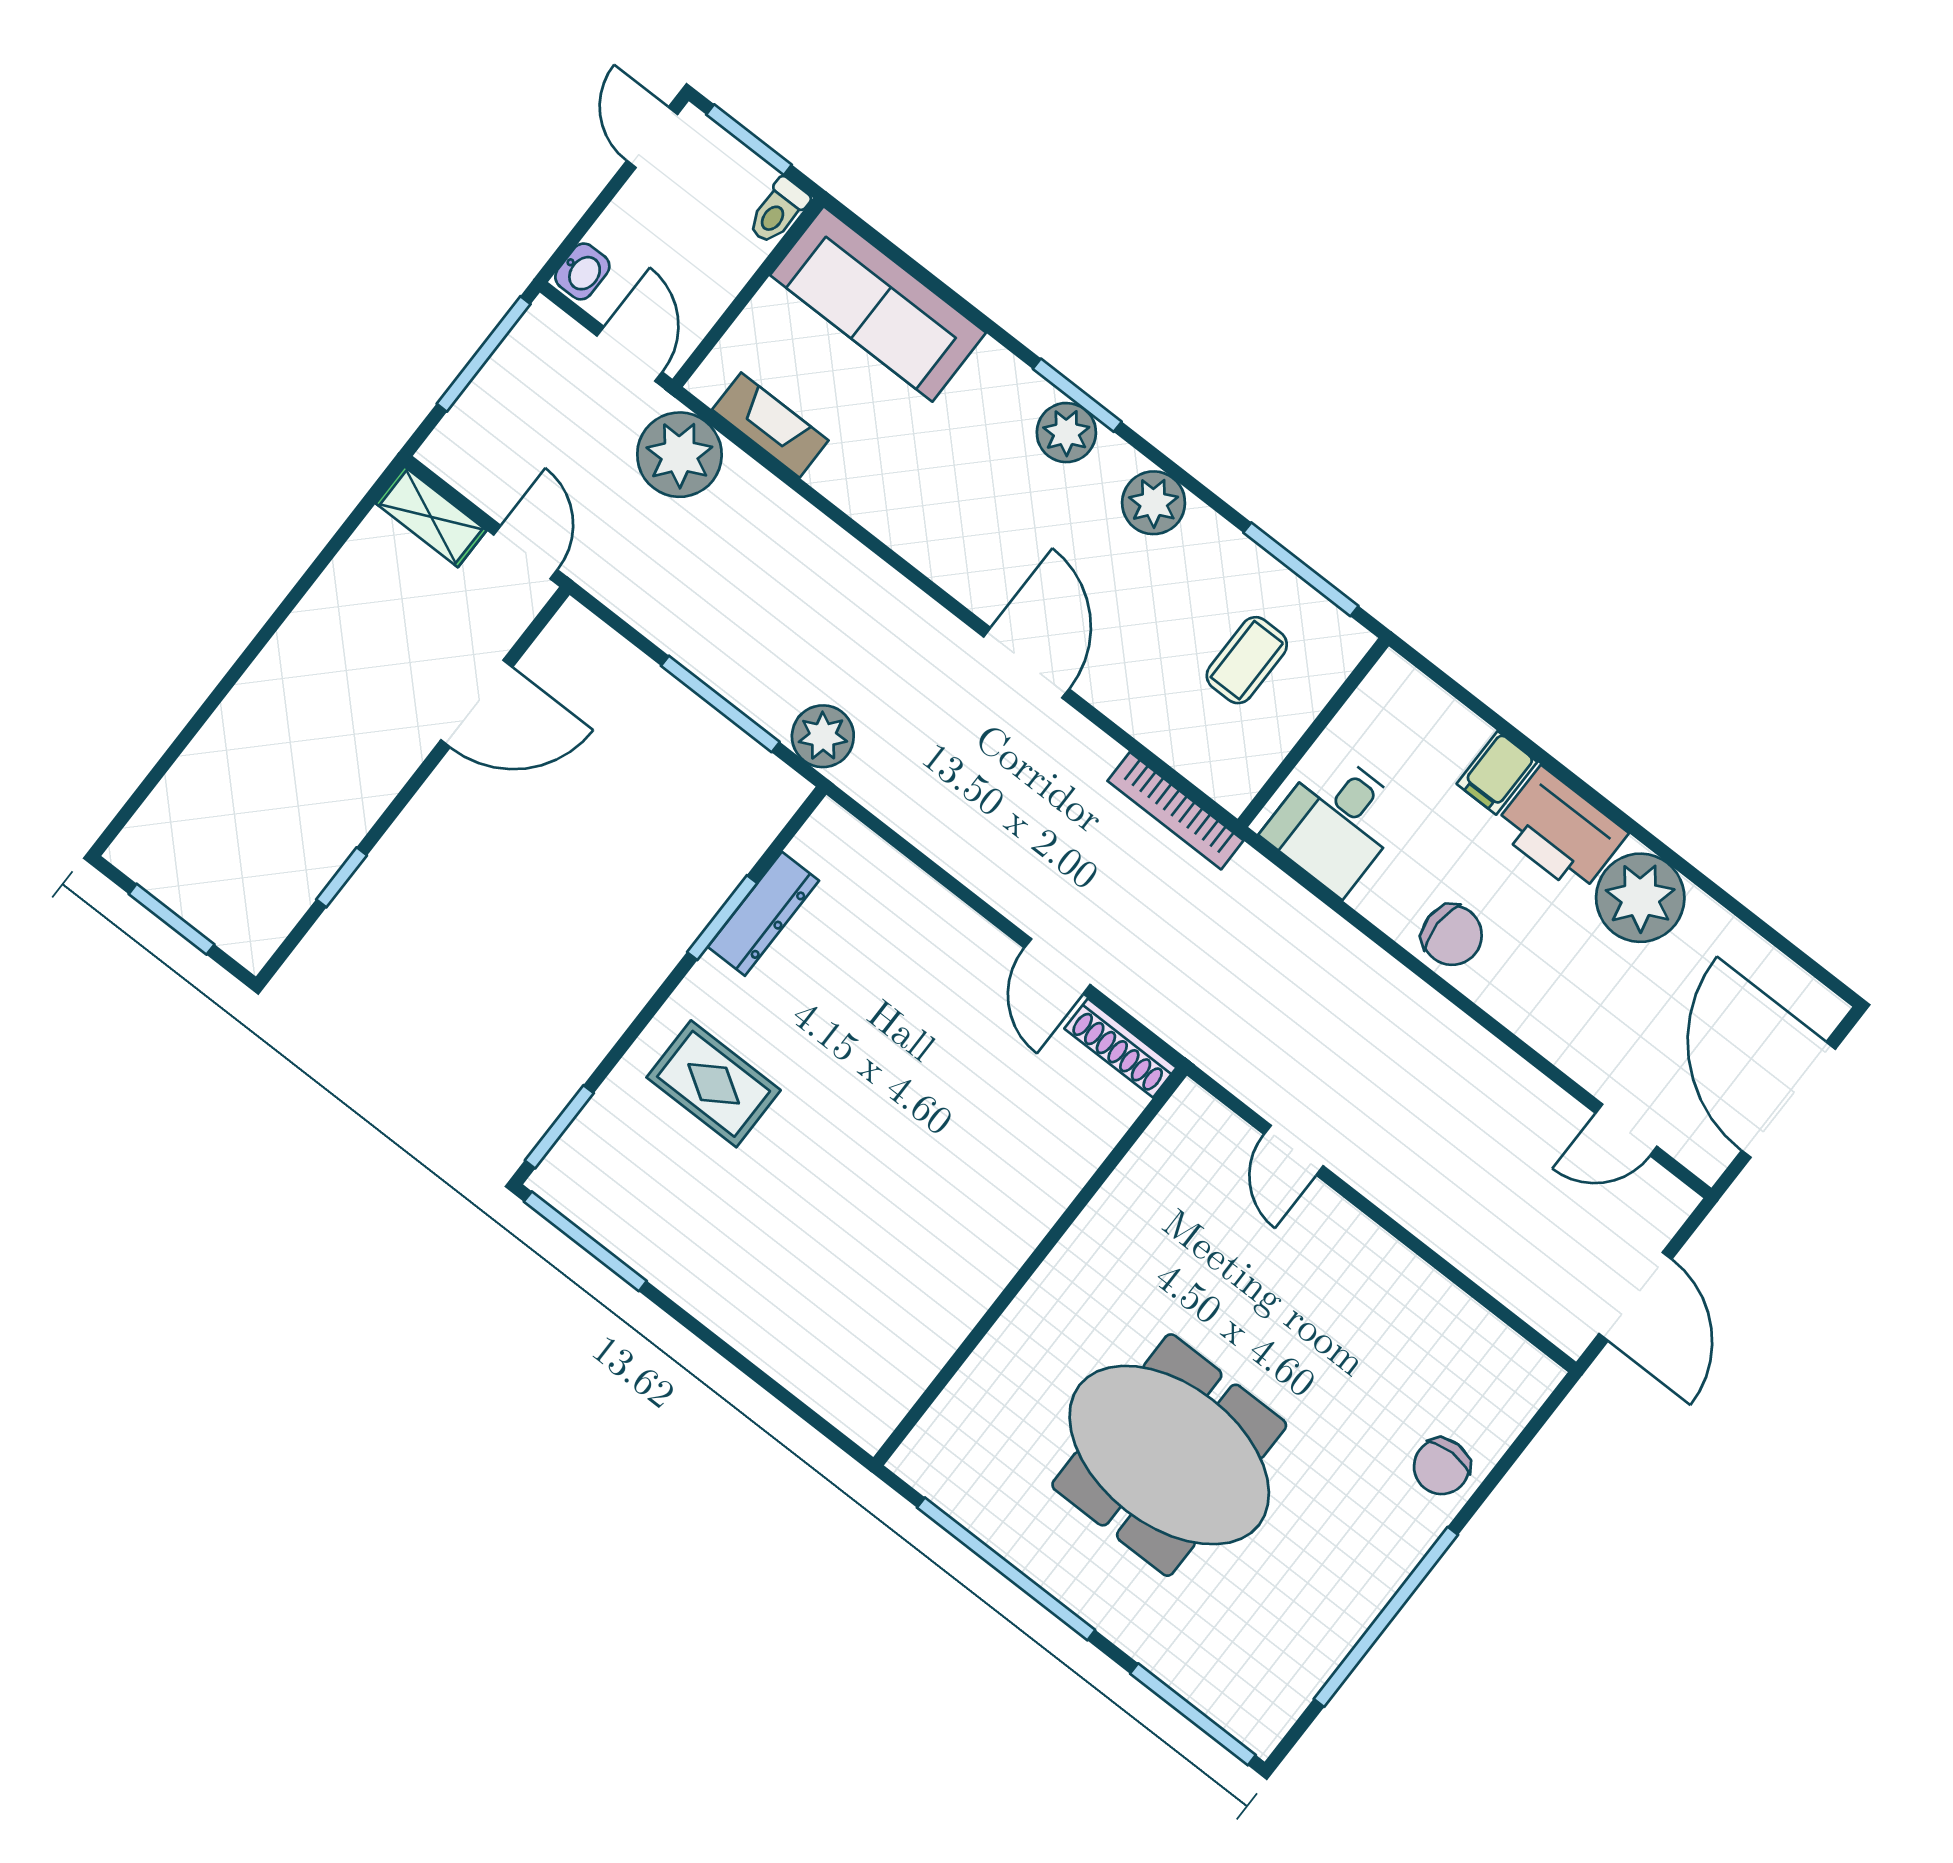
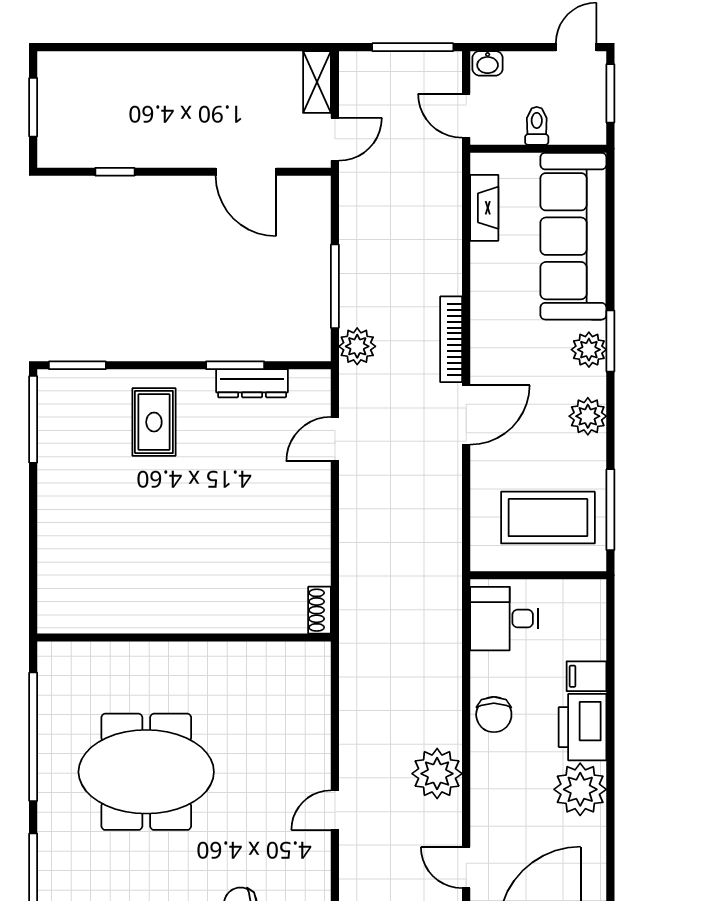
toilet: (778, 211) -> (537, 126), moved, turned 90
sofa: (878, 304) -> (573, 236), width x1.36, depth x1.27
door: (629, 354) -> (466, 116), swing flipped
plant: (679, 455) -> (437, 774), moved
coffee table: (1247, 660) -> (548, 518), width x1.86, depth x1.72
bookcase: (1176, 811) -> (451, 339), moved
door: (1057, 966) -> (335, 439), moved
shoe rack: (1120, 1048) -> (320, 610), width x0.70
door: (1294, 1150) -> (335, 810), moved
meeting table: (1169, 1455) -> (146, 772), turned 90

